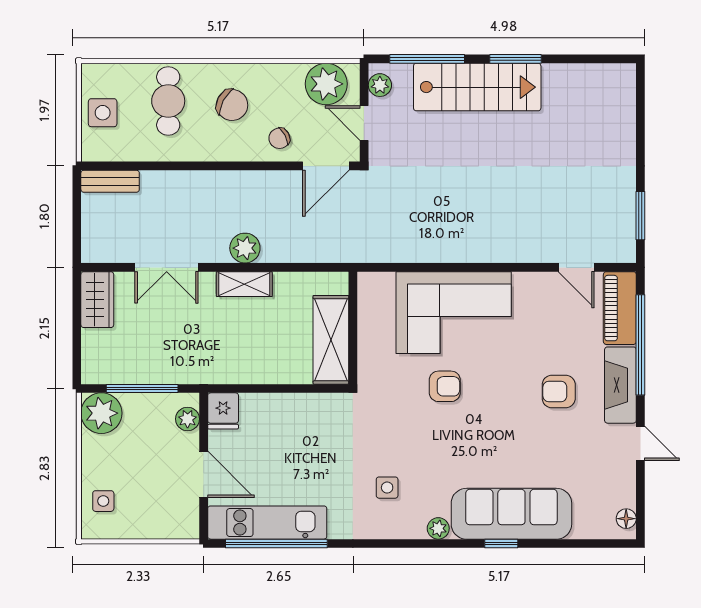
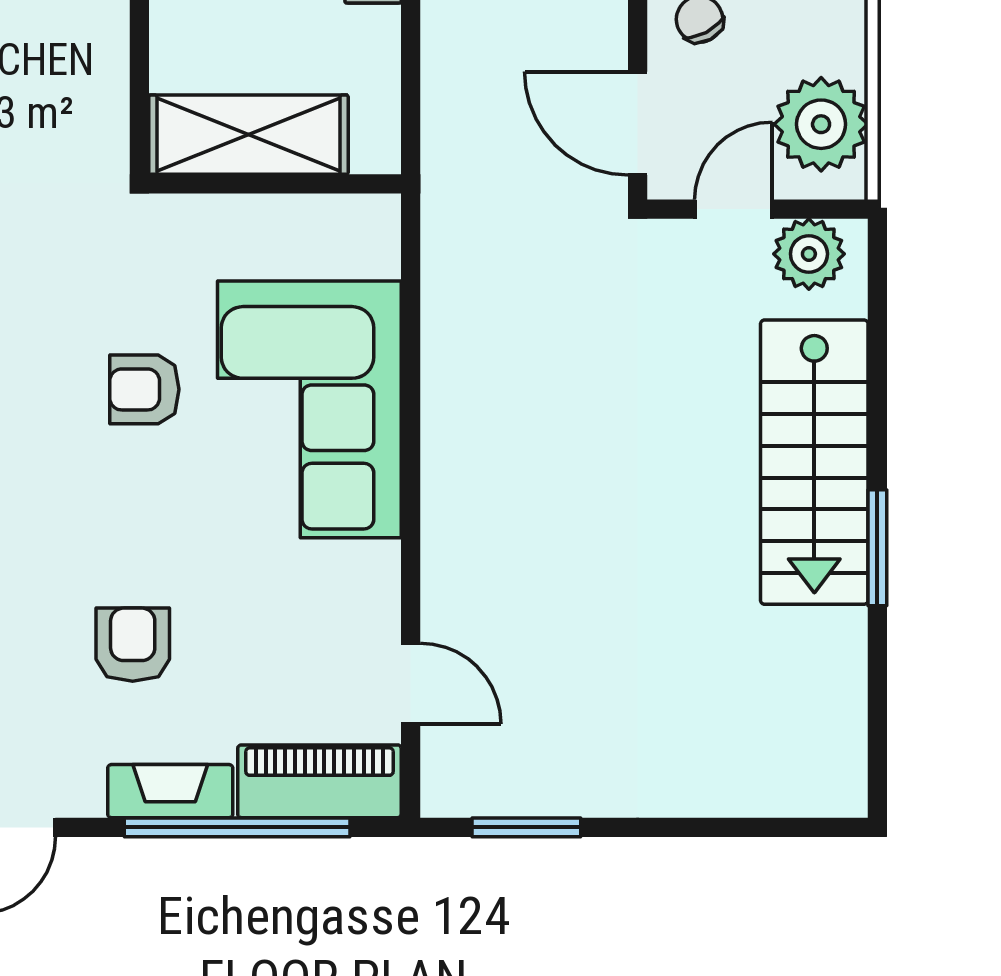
window: (427, 59) -> (877, 350), removed
plant: (380, 85) -> (809, 254), width x1.38, depth x1.38
door: (576, 267) -> (411, 683), swing flipped
fireplace: (620, 385) -> (170, 791), width x0.73, depth x0.76
armchair: (445, 386) -> (144, 389), turned 90

